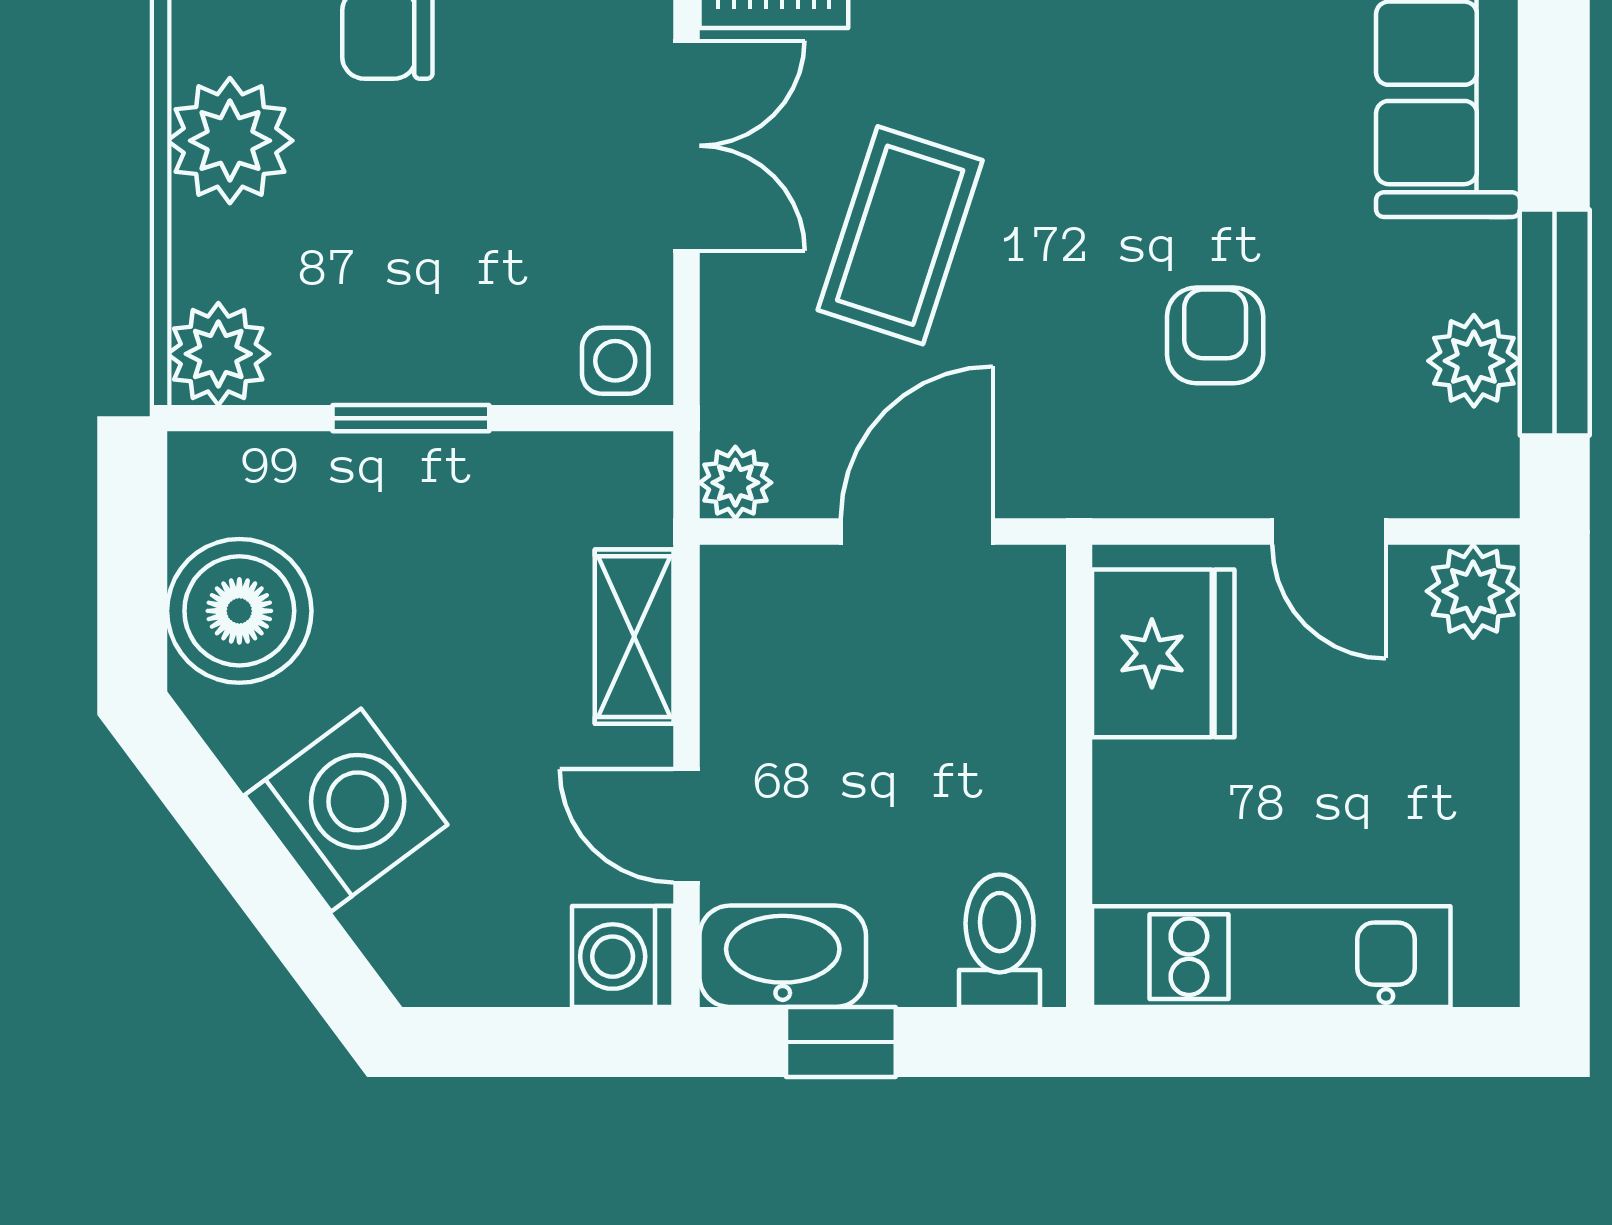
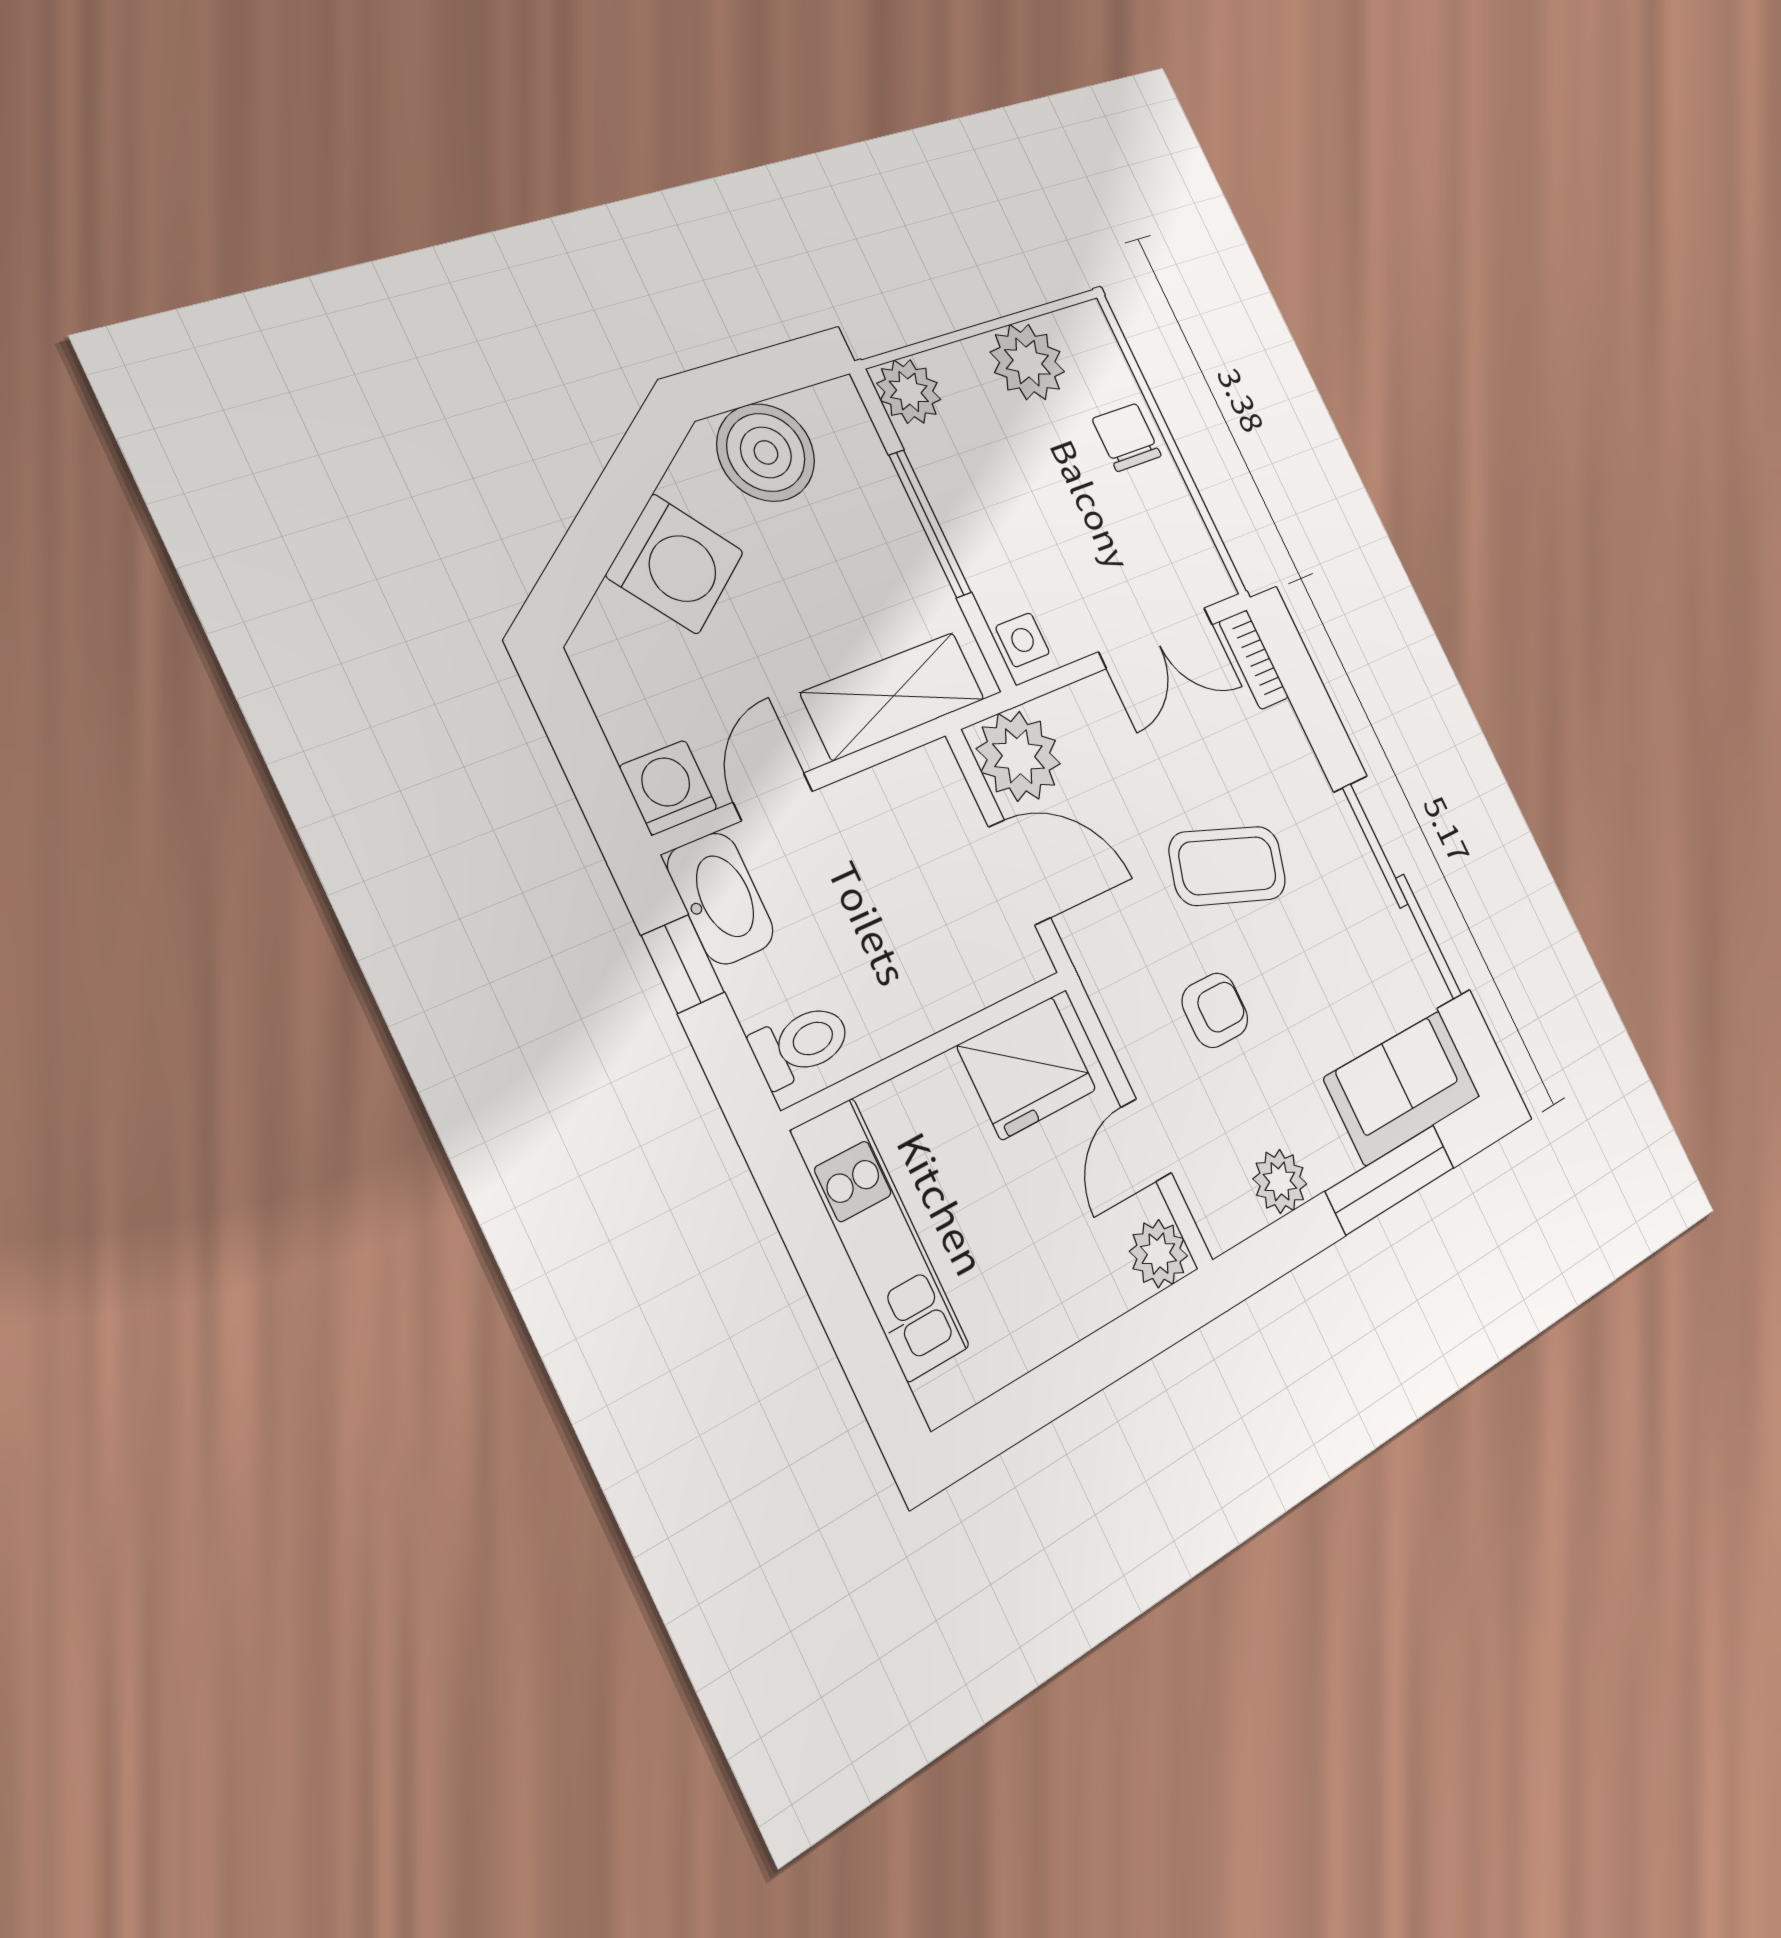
coffee table: (900, 235) -> (1228, 866), moved
window: (1555, 322) -> (1390, 1179), moved
window: (411, 418) -> (930, 524), width x1.44
plant: (735, 483) -> (1019, 756), width x1.87, depth x1.87
shelving: (634, 637) -> (894, 696), width x1.50, depth x1.33

